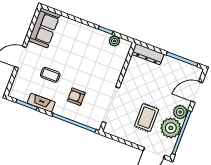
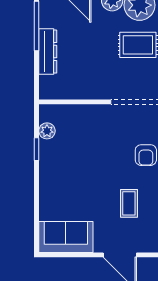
dresser: (148, 54) -> (48, 52), moved

